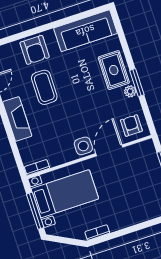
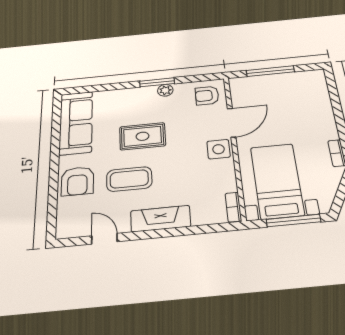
armchair: (35, 50) -> (77, 181), turned 90
rug: (114, 70) -> (143, 136), moved
door: (109, 150) -> (232, 123), swing flipped

